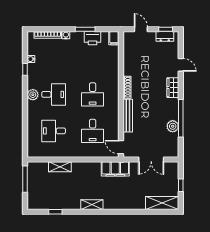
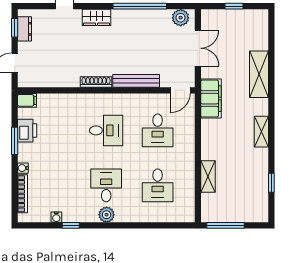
plant: (173, 126) -> (181, 18), moved
desk: (93, 131) -> (158, 130), turned 90
shelving: (162, 203) -> (259, 74), moved

